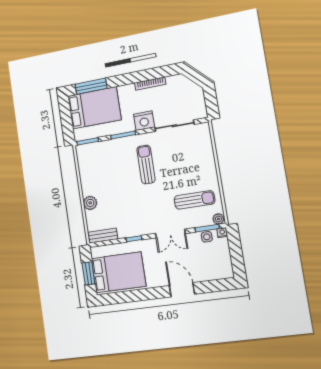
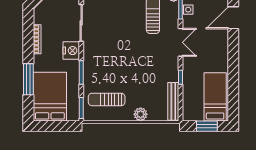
window: (91, 86) -> (28, 79), moved
sun lounger: (146, 164) -> (107, 99), moved
bench: (103, 236) -> (173, 101), width x1.36
bed: (118, 272) -> (215, 97), width x0.67
door: (182, 290) -> (233, 18), moved

